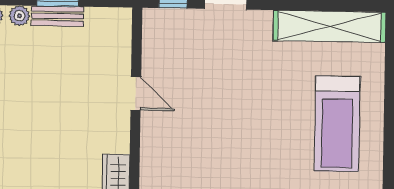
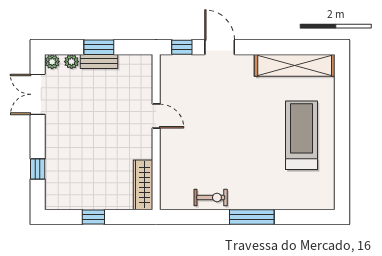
treadmill: (337, 124) -> (301, 135), turned 180

